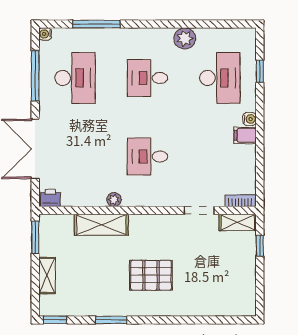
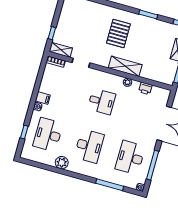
desk: (147, 78) -> (89, 146), width x1.37
printer: (50, 198) -> (145, 88), moved
shelving: (101, 225) -> (125, 66), moved
pallet: (151, 275) -> (118, 33), turned 90

